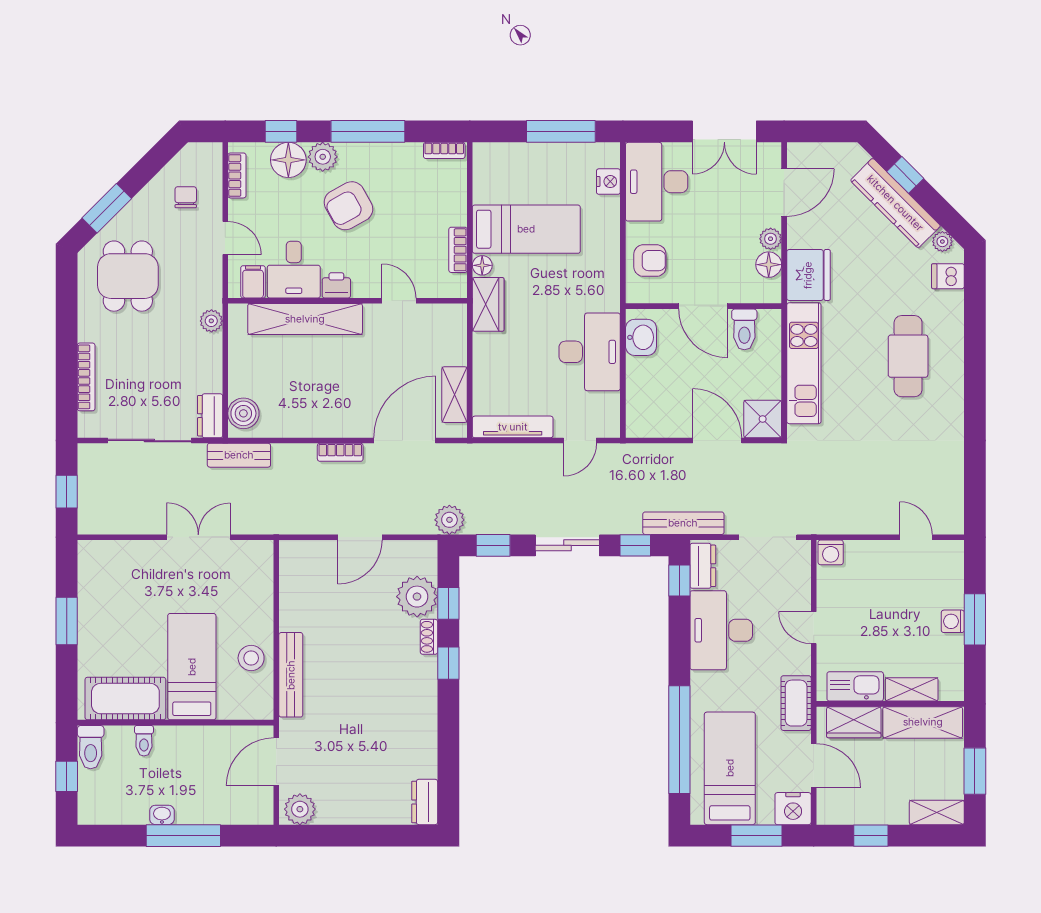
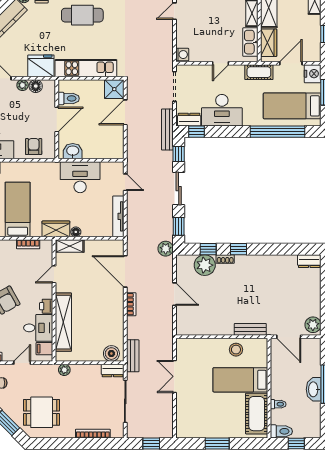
floor lamp: (482, 265) -> (76, 232), moved
shelving: (455, 395) -> (70, 246), moved
bench: (291, 675) -> (250, 329), width x0.73
washbasin: (162, 815) -> (314, 389), width x1.91, depth x1.45

